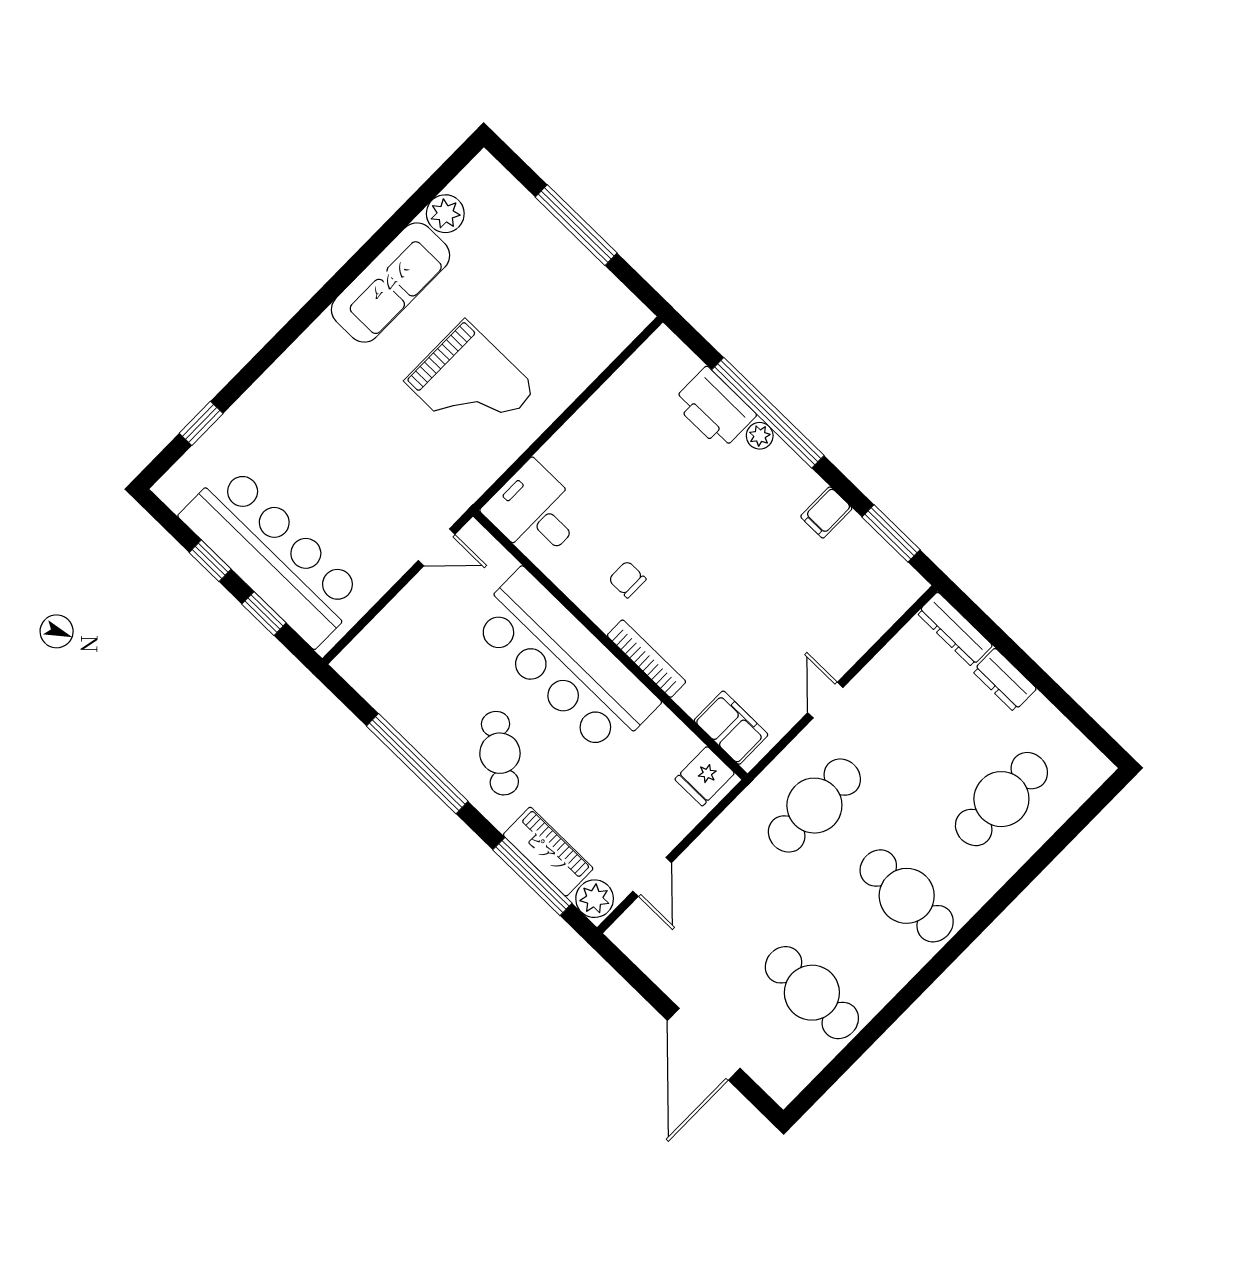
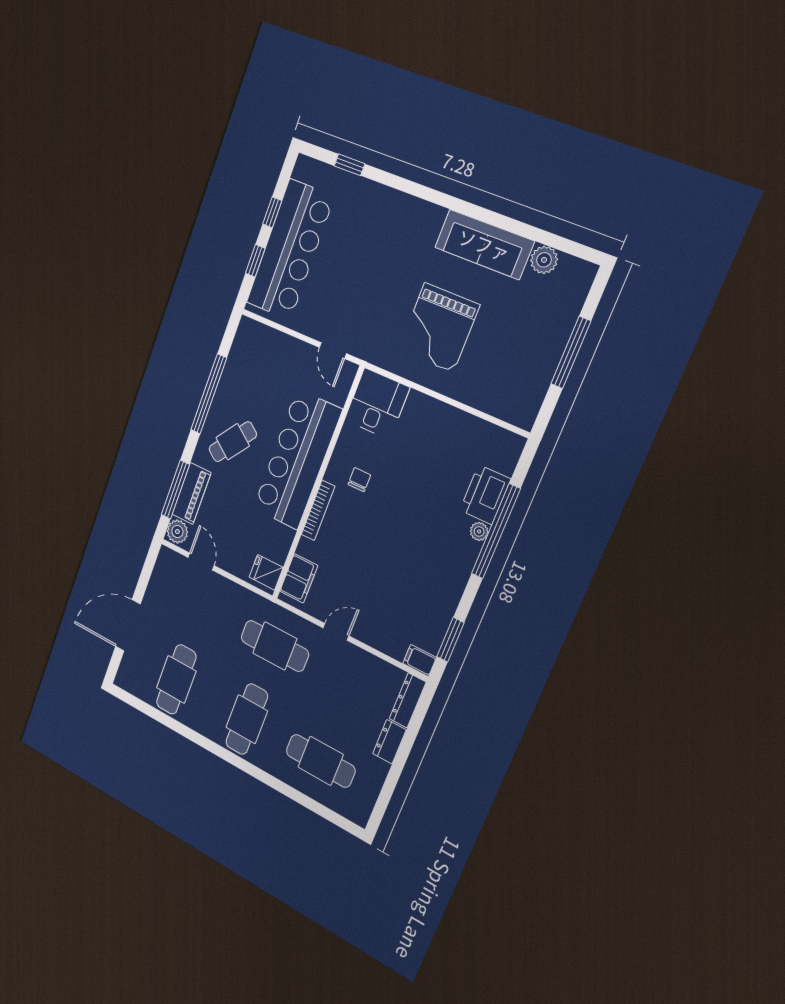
filing cabinet: (826, 512) -> (420, 660), moved
door: (652, 877) -> (201, 561), swing flipped

